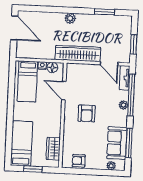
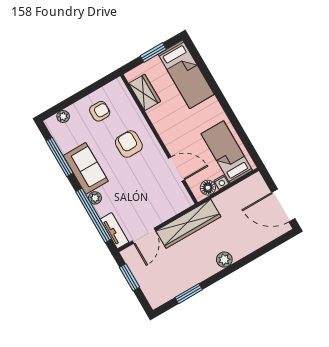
door: (109, 64) -> (144, 236), swing flipped
armchair: (87, 113) -> (129, 144), moved
sofa: (117, 143) -> (86, 168), moved
armchair: (79, 161) -> (100, 111), moved

